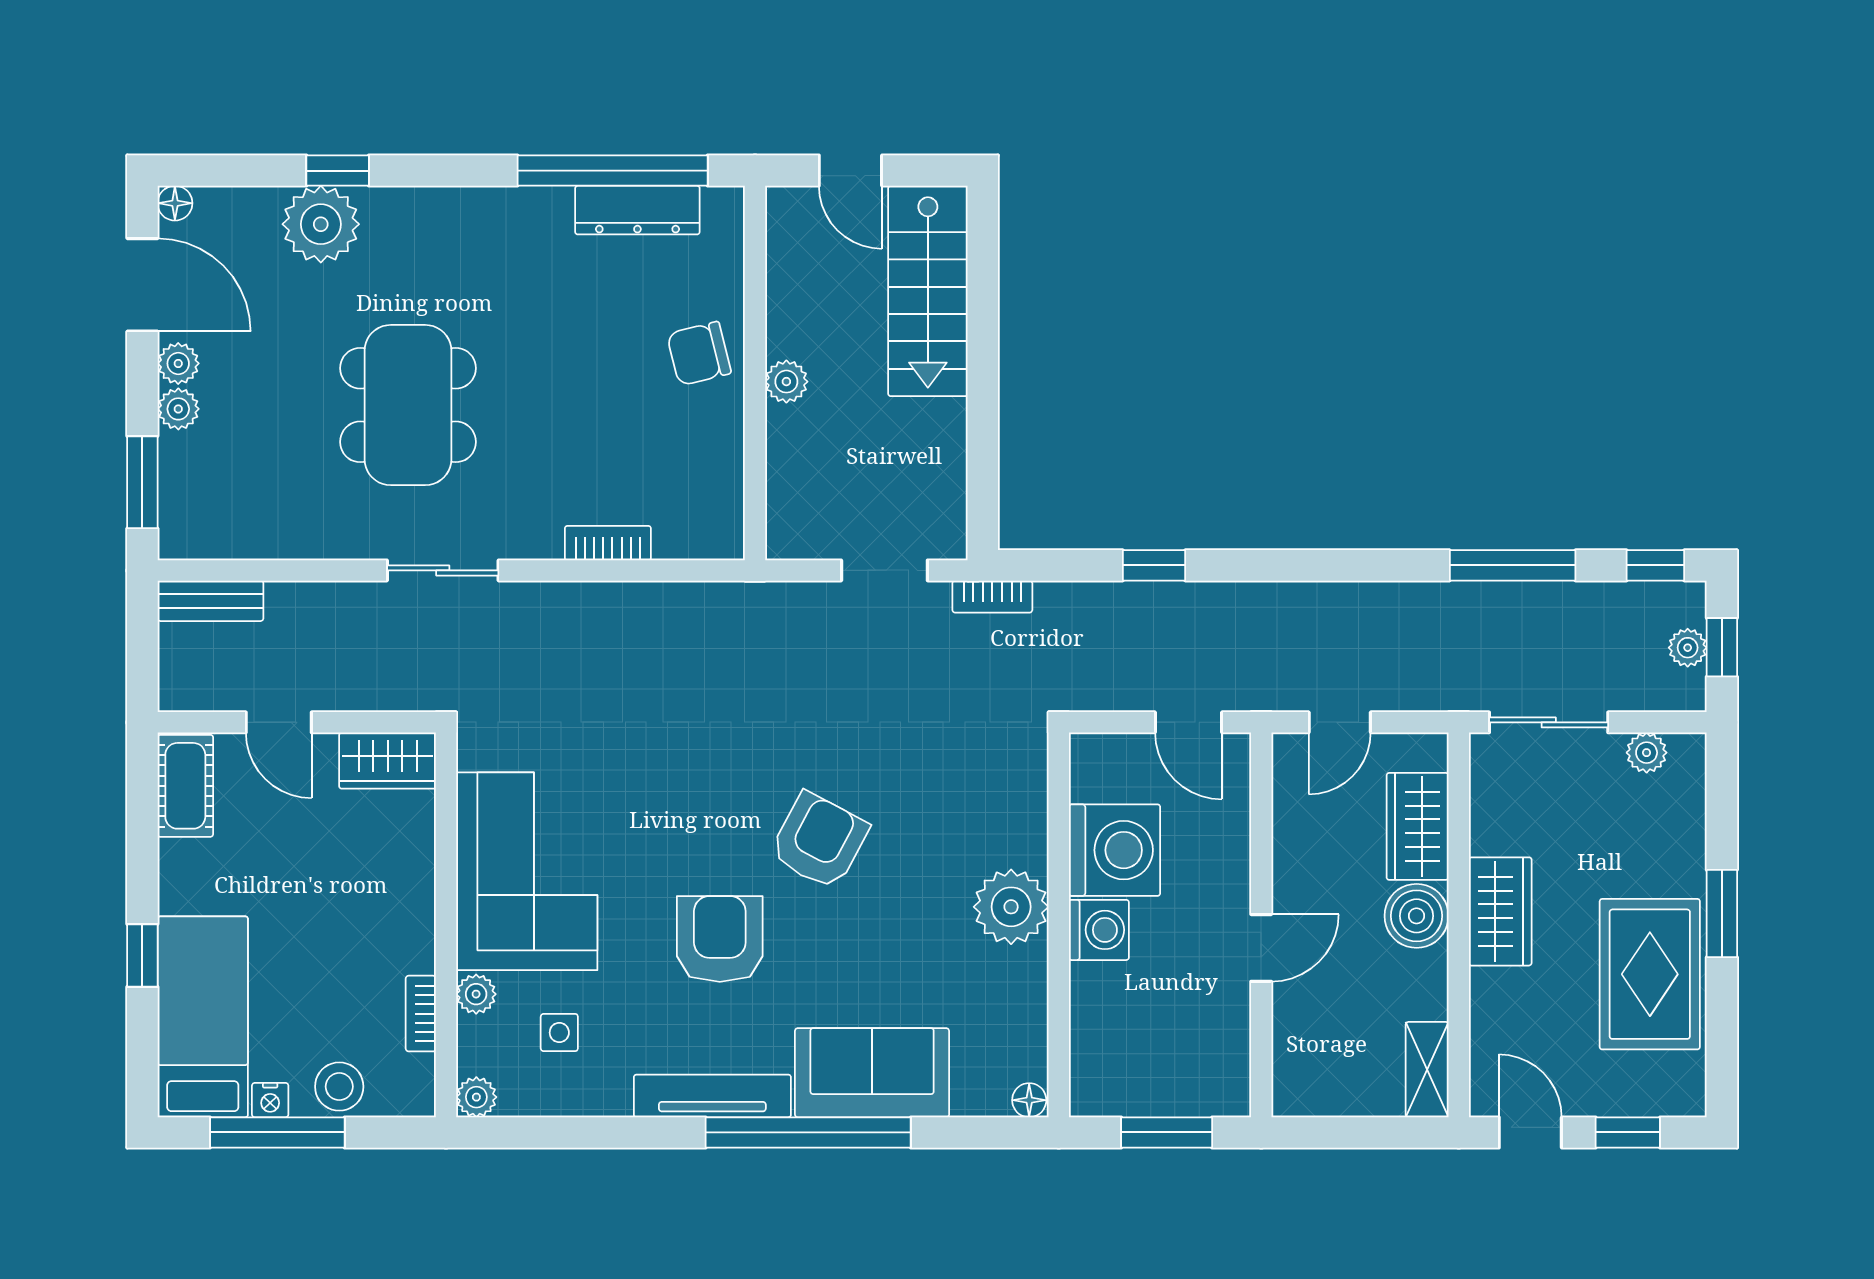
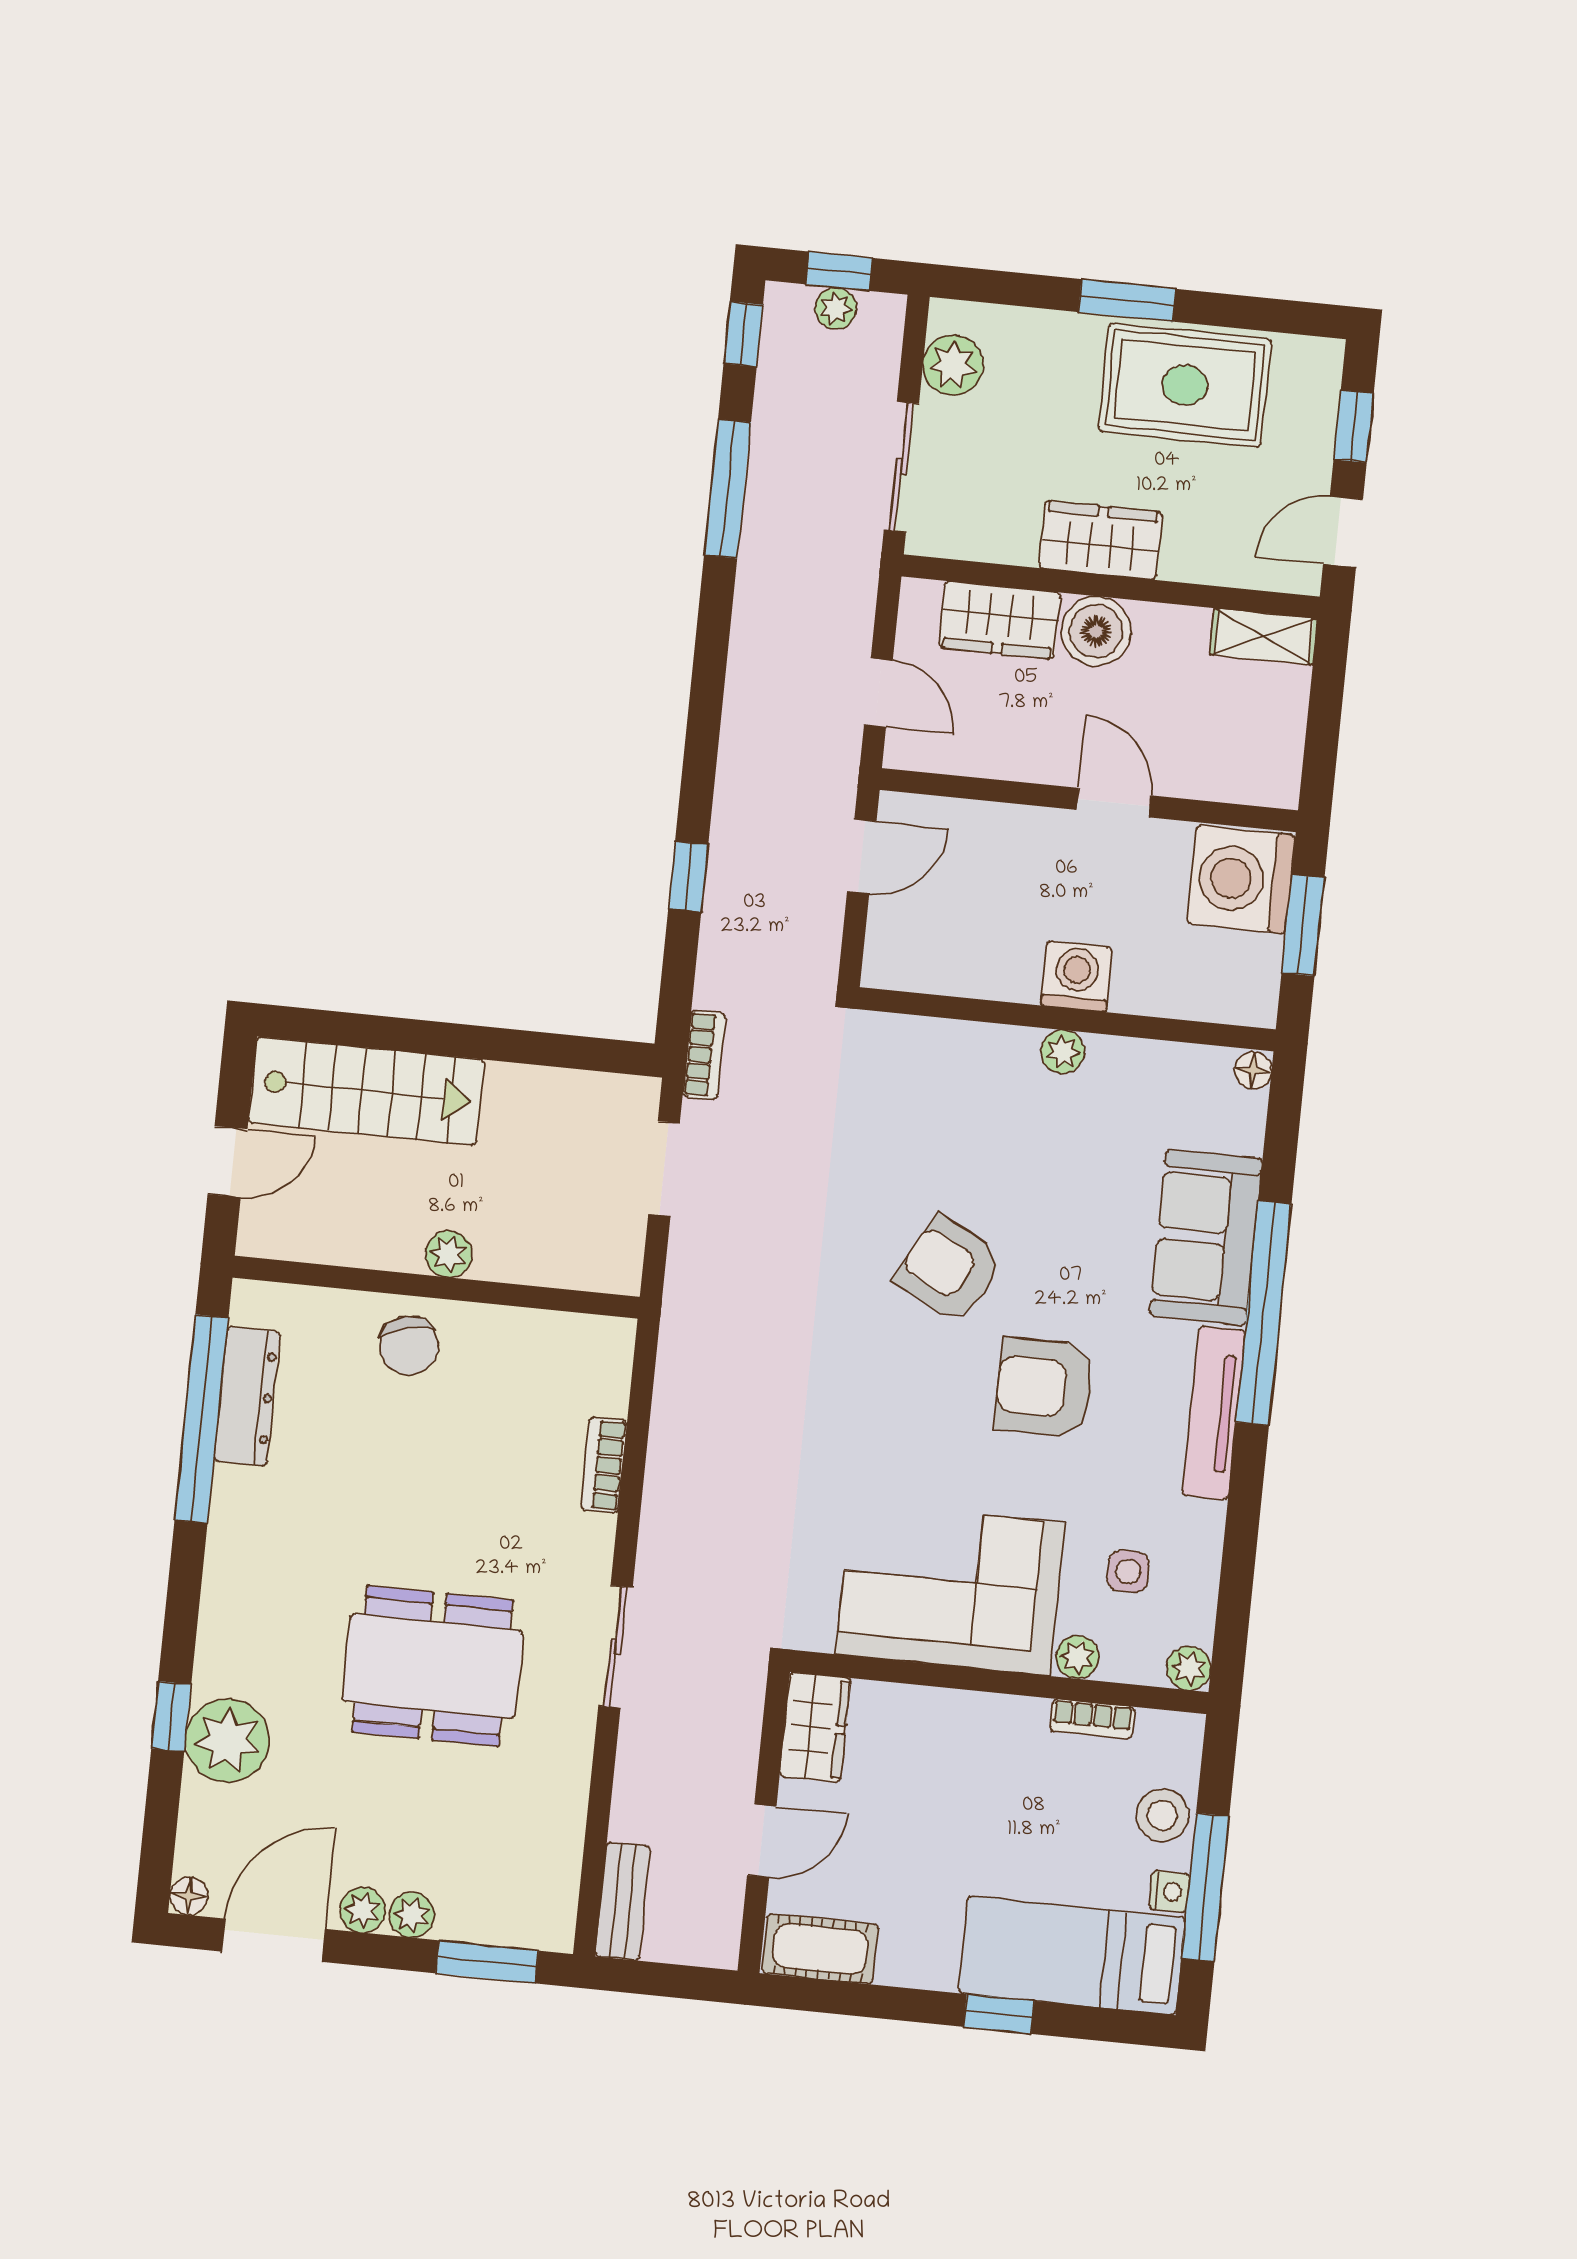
plant: (1647, 753) -> (953, 365), width x1.38, depth x1.38
washing machine: (1115, 850) -> (1241, 879), moved, turned -90
plant: (1011, 907) -> (1063, 1052), width x0.53, depth x0.53

